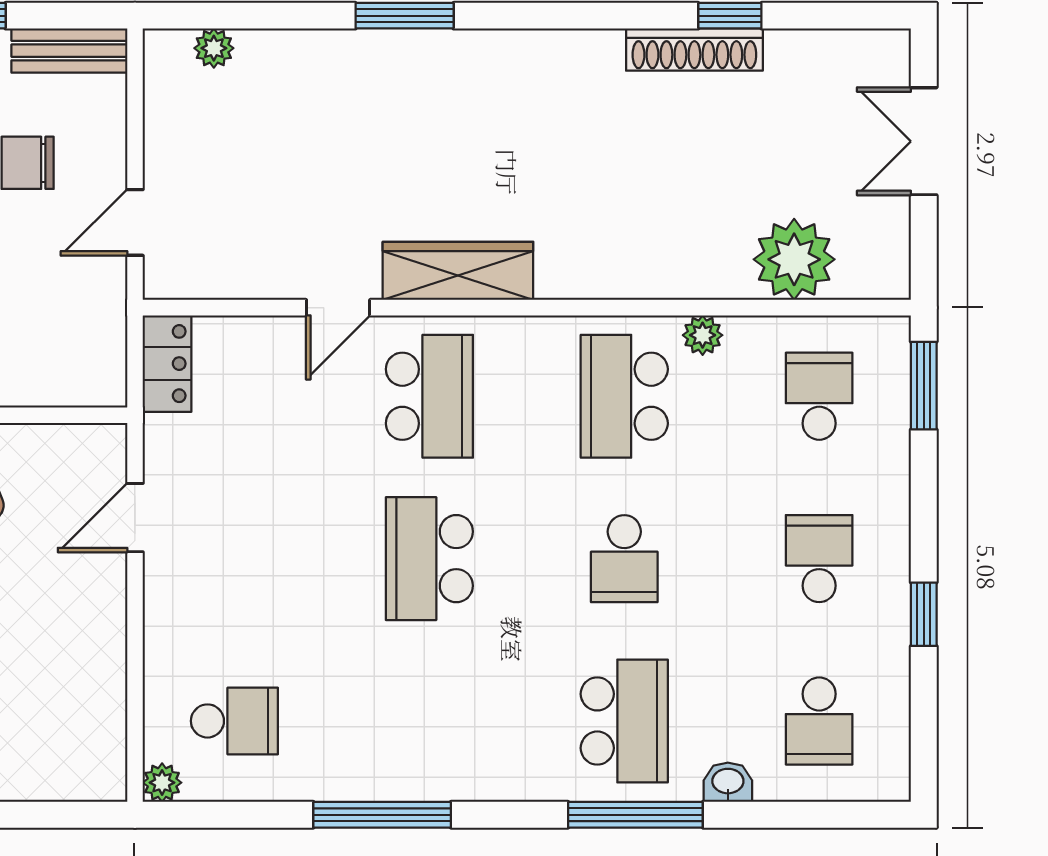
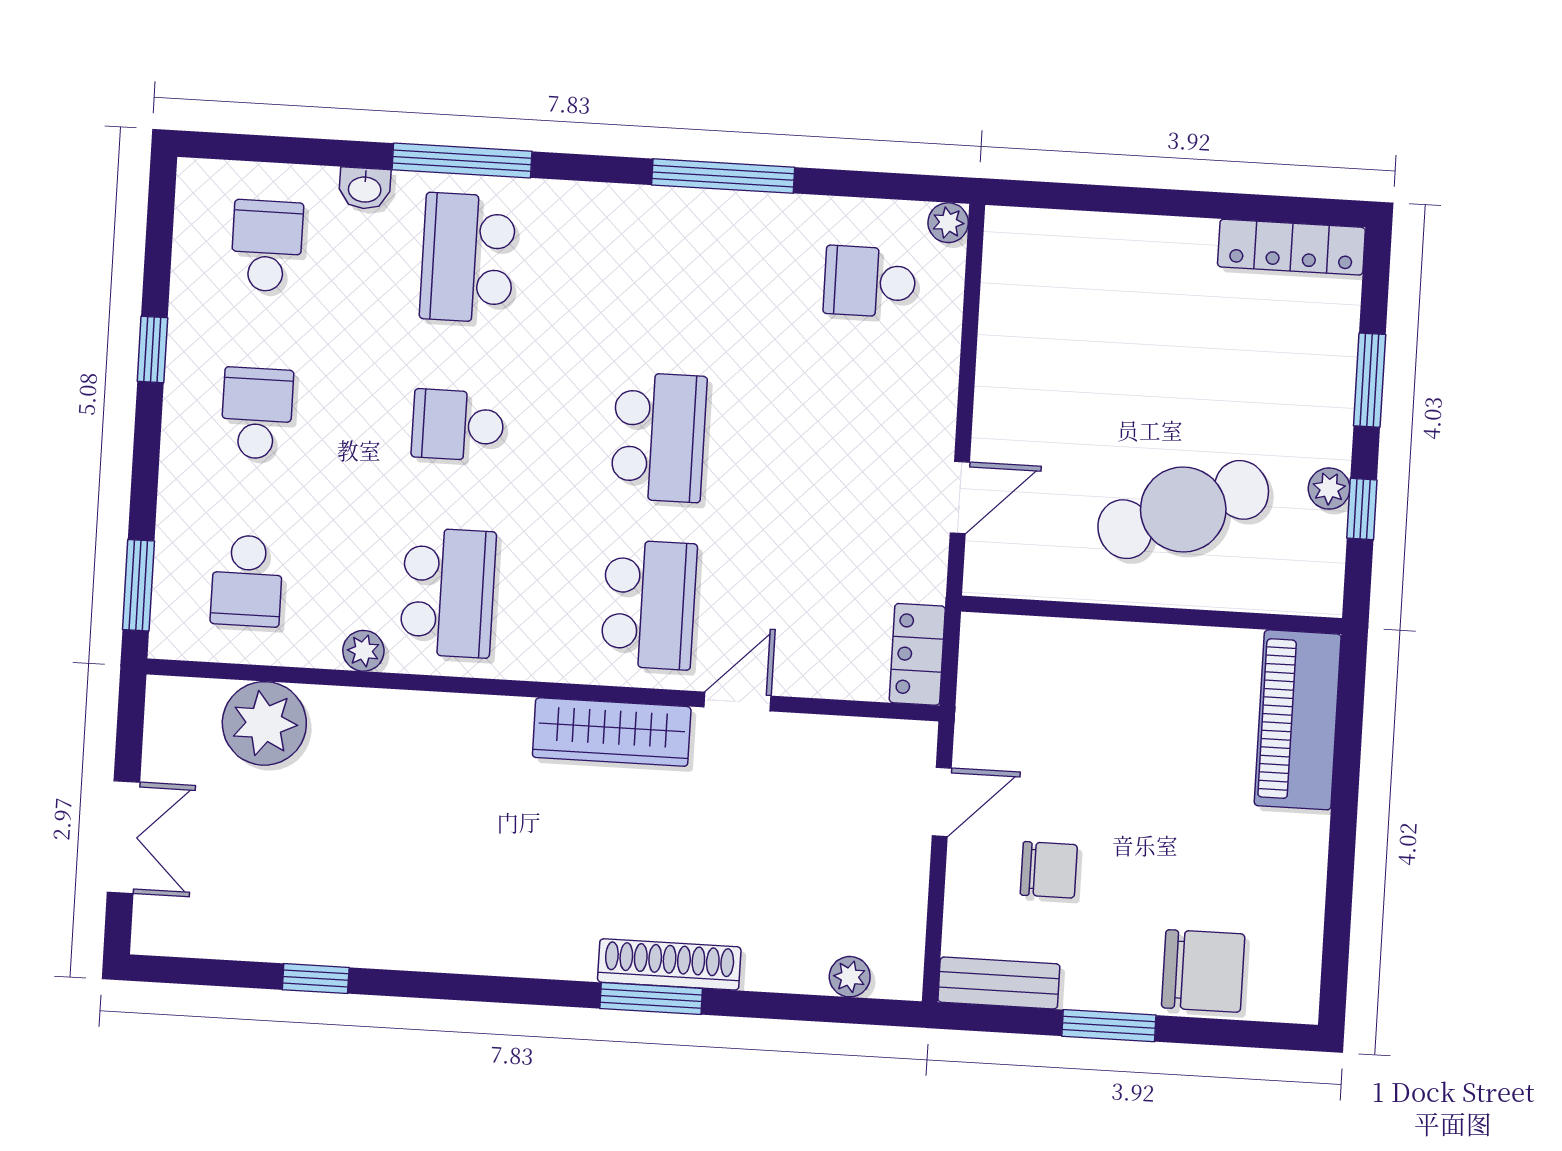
shoe rack: (694, 50) -> (669, 964), moved
school desk: (429, 396) -> (649, 605), turned 180
school desk: (624, 559) -> (458, 425), turned -90
school desk: (819, 559) -> (257, 413), turned 180

